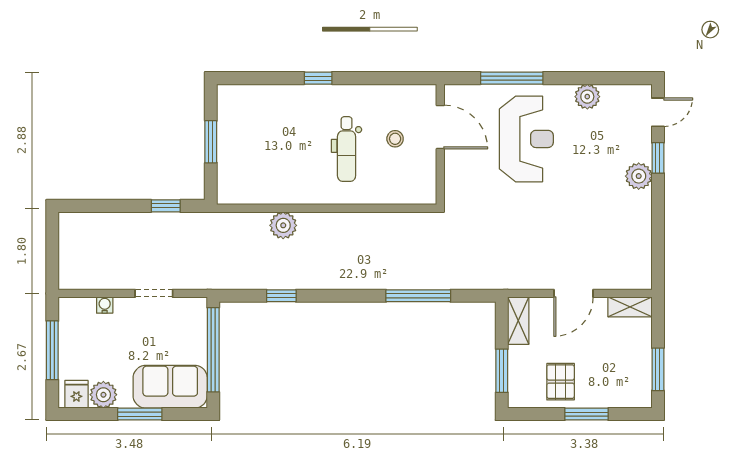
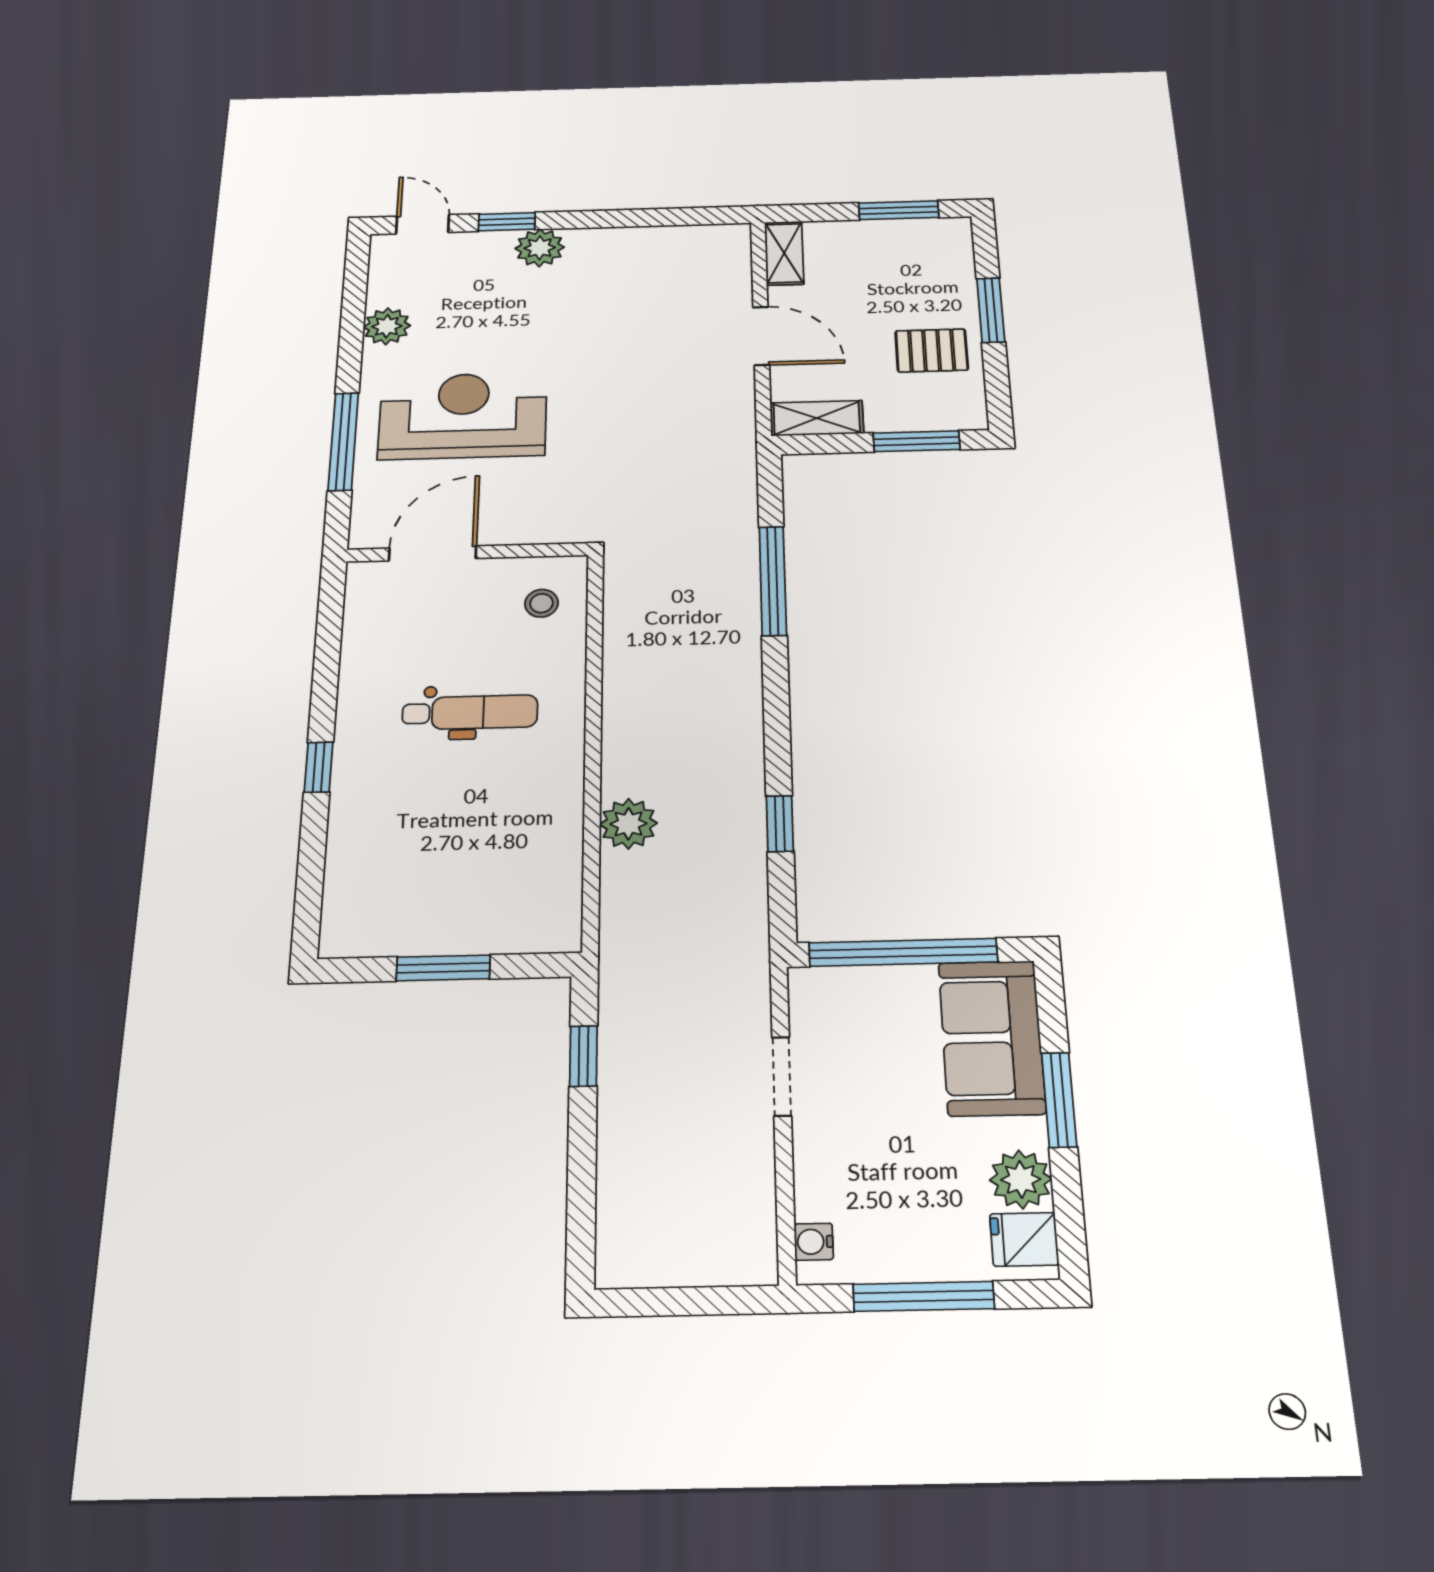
stool: (395, 139) -> (541, 603), moved
water cooler: (105, 305) -> (814, 1242), moved

